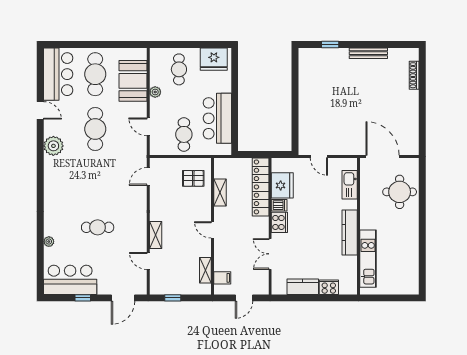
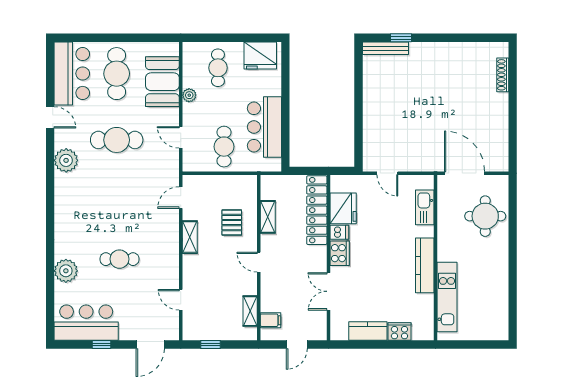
bench: (368, 53) -> (385, 48), moved
cafe table: (95, 129) -> (117, 140), turned 90
pallet: (193, 178) -> (232, 223), moved, turned 90
shelving: (156, 235) -> (190, 237), moved
plant: (49, 242) -> (66, 271), width x1.88, depth x1.88

